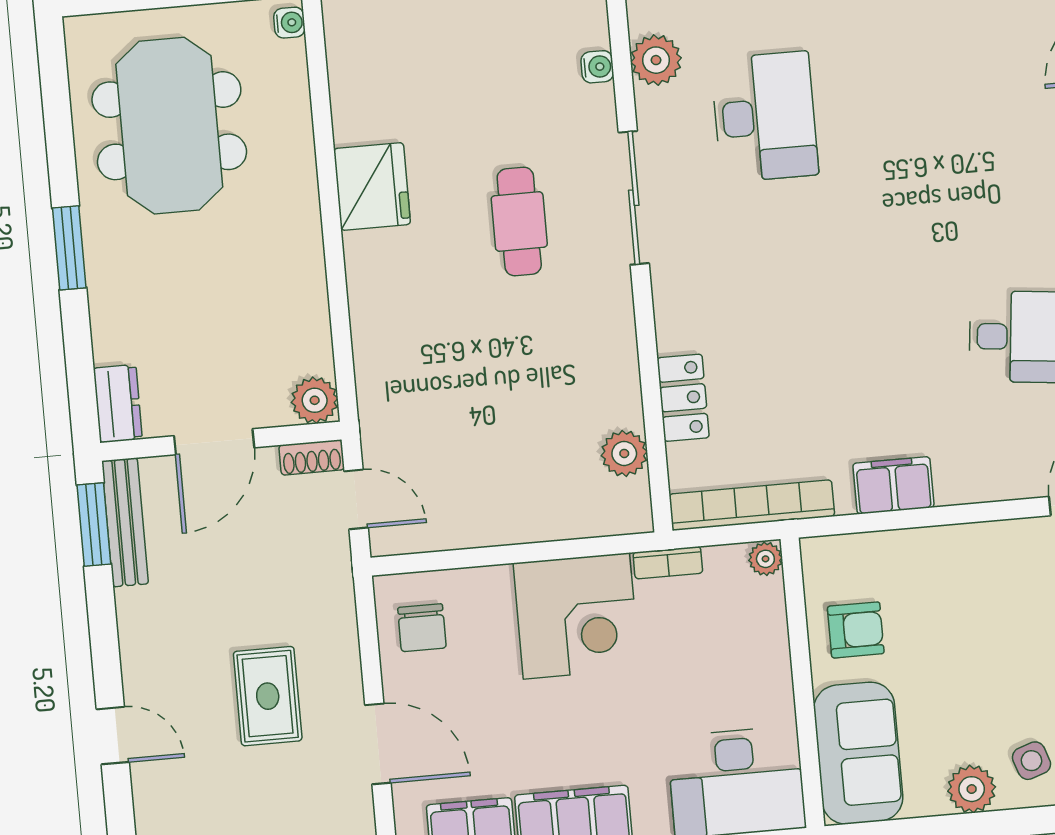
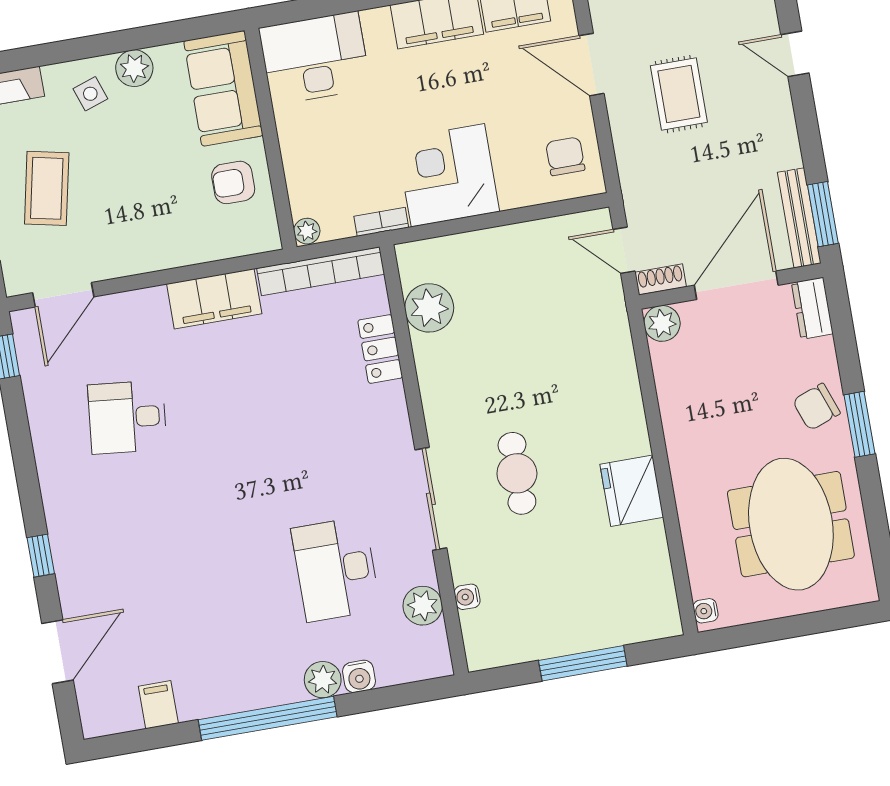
chair: (123, 275) -> (816, 407), added
door: (214, 442) -> (736, 285), width x1.36
plant: (624, 453) -> (429, 308), width x1.36, depth x1.36
filing cabinet: (893, 485) -> (214, 299), width x1.50, depth x1.17

